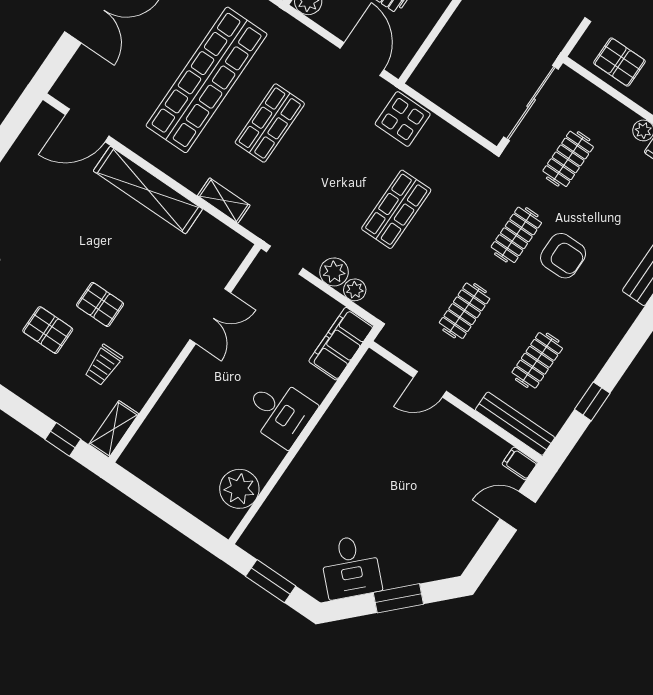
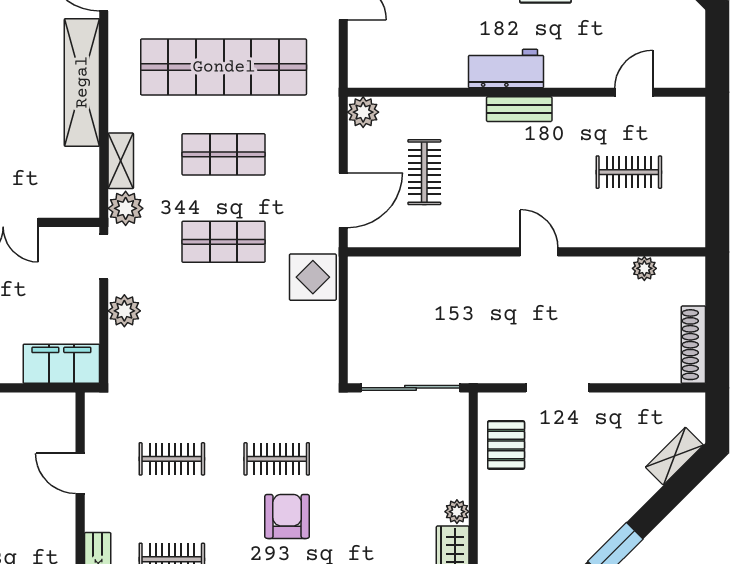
clothes rail: (568, 159) -> (382, 459), removed
shop shelf: (396, 209) -> (224, 242), moved
armchair: (563, 256) -> (287, 516), turned 180
plant: (355, 290) -> (126, 208), moved, width x1.38, depth x1.38

